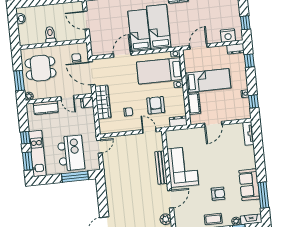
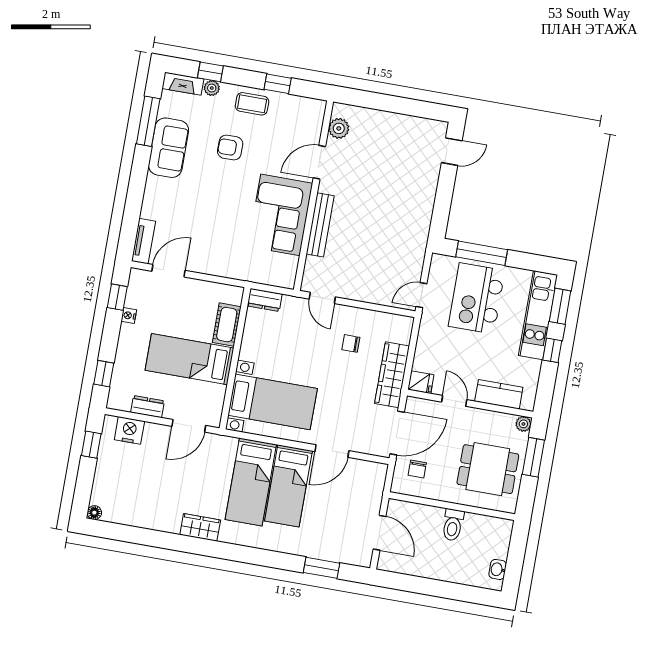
dresser: (236, 49) -> (147, 407), moved
door: (92, 73) -> (397, 433), hinge flipped
armchair: (156, 105) -> (297, 341), removed
door: (213, 124) -> (168, 271), moved

